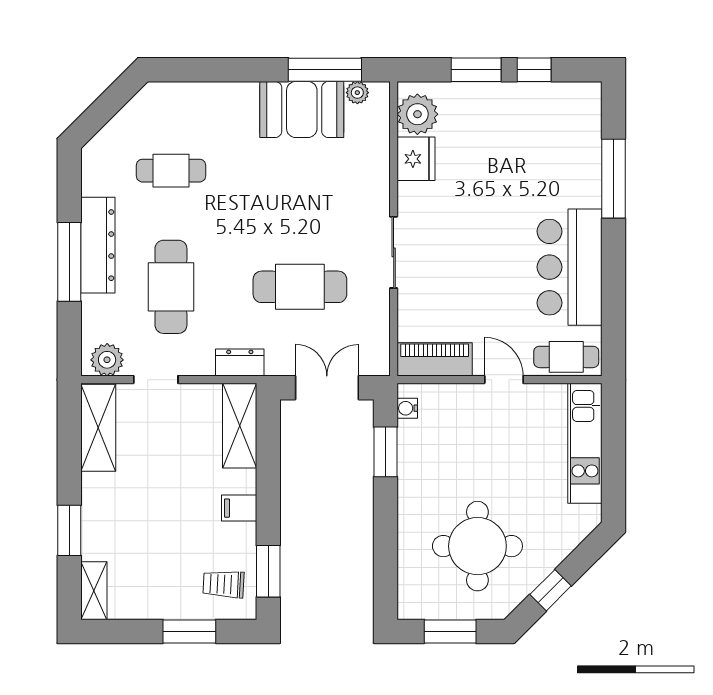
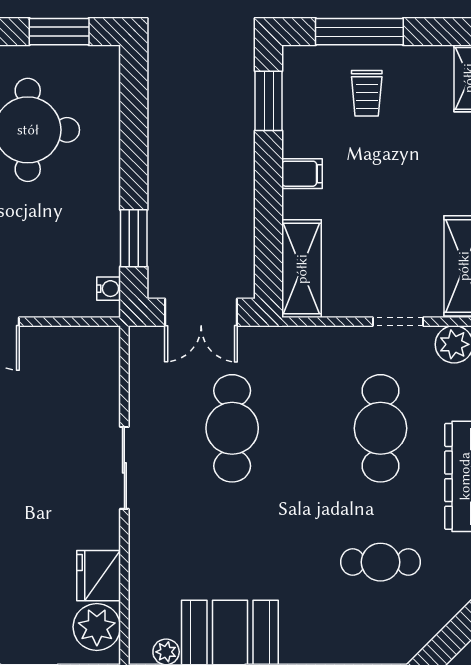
cafe table: (300, 287) -> (232, 428), turned 90
piano: (435, 359) -> (77, 345), removed
dresser: (240, 363) -> (301, 341), removed
trolley: (223, 584) -> (367, 93), moved, turned 87
window: (189, 631) -> (359, 32), width x1.44

